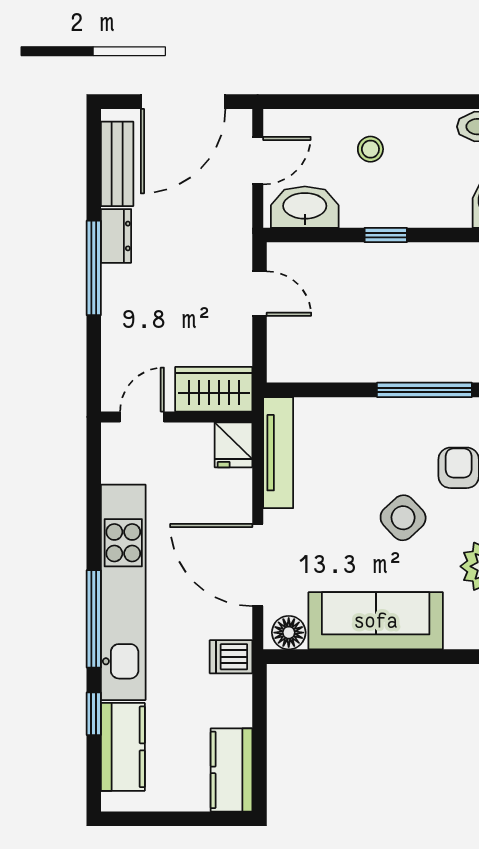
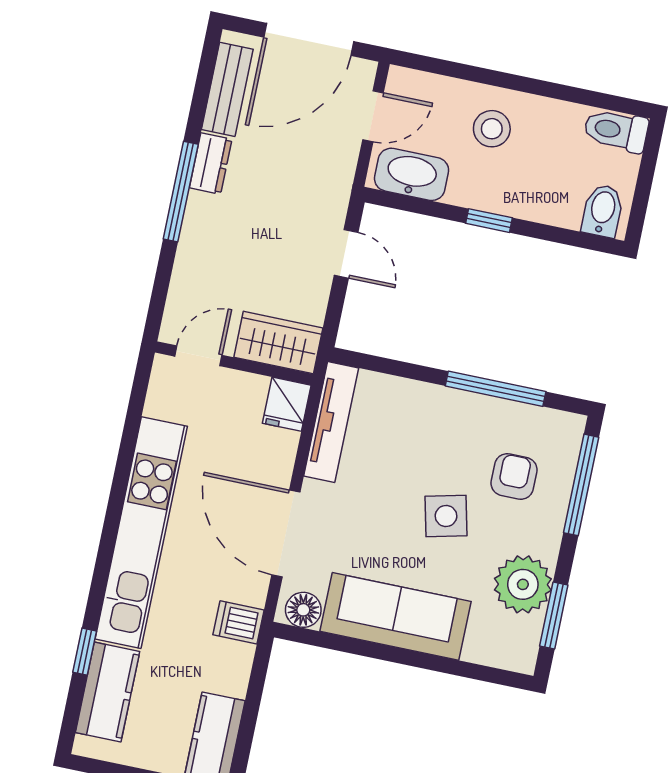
stool: (370, 149) -> (492, 129), width x1.37, depth x1.37
side table: (403, 518) -> (446, 516), turned 30
window: (94, 619) -> (105, 554), removed

